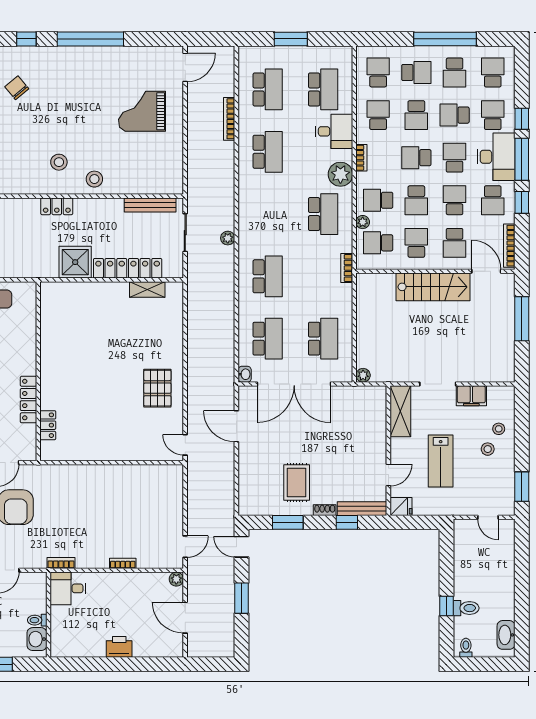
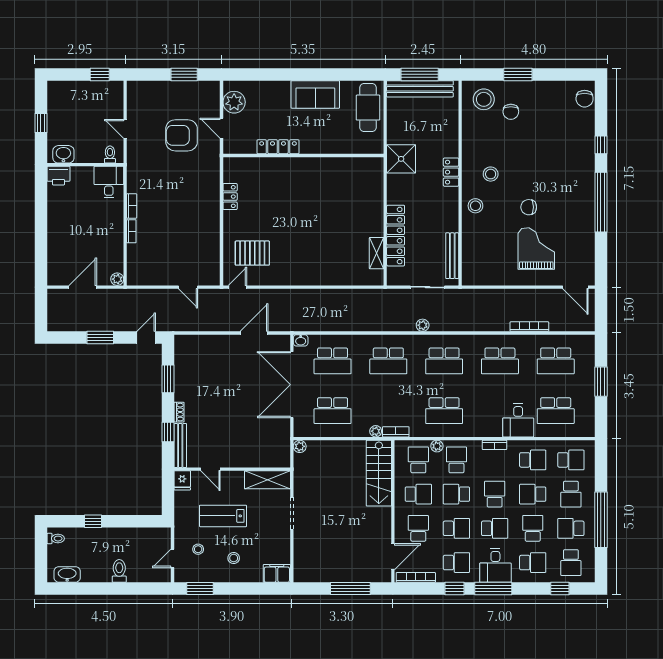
school desk: (493, 73) -> (571, 563), turned 90
chair: (17, 88) -> (529, 207), moved, turned -140
window: (522, 119) -> (560, 589), moved
desk: (496, 157) -> (495, 566), width x0.73
plant: (340, 174) -> (376, 431), moved, width x0.53, depth x0.53
school desk: (493, 200) -> (456, 563), turned 180
school desk: (268, 214) -> (444, 361), added
school desk: (455, 243) -> (418, 528), turned 90
shower: (75, 262) -> (401, 159), moved
stairs: (433, 287) -> (379, 473), moved
pallet: (157, 388) -> (252, 253), moved
filing cabinet: (471, 396) -> (277, 573), moved, turned 90
locker: (48, 425) -> (230, 197), moved, turned -90
stool: (499, 429) -> (198, 549), moved
rug: (297, 482) -> (204, 387), removed
door: (185, 547) -> (188, 287), moved
bookcase: (61, 563) -> (132, 206), moved
toilet: (466, 608) -> (119, 571), moved, turned 180
toilet: (37, 620) -> (110, 155), moved
printer: (119, 647) -> (58, 176), moved, turned 90

